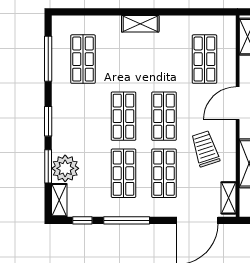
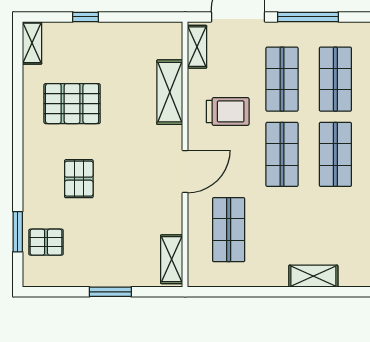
trolley: (205, 149) -> (228, 111), turned -72
window: (127, 220) -> (308, 17), moved

